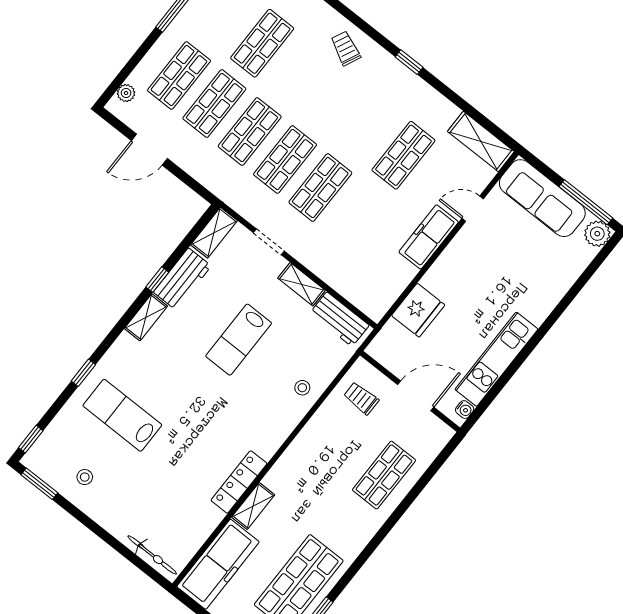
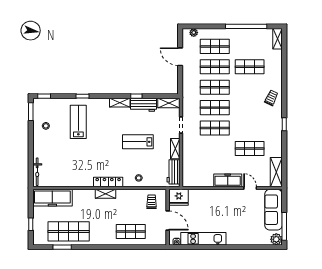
fridge: (418, 310) -> (179, 197), moved
locker: (239, 482) -> (108, 182), moved
shelving: (253, 506) -> (105, 194), moved

